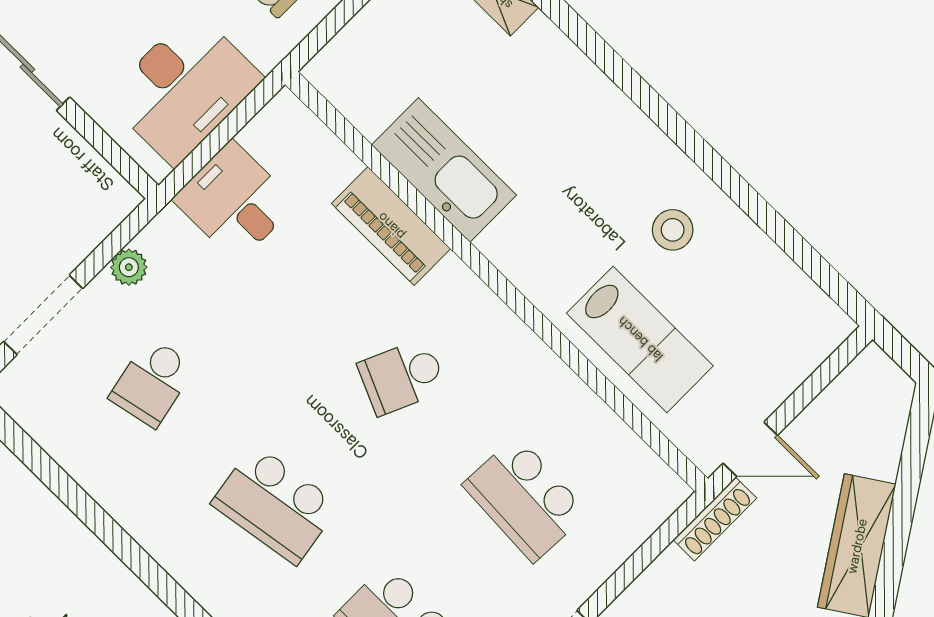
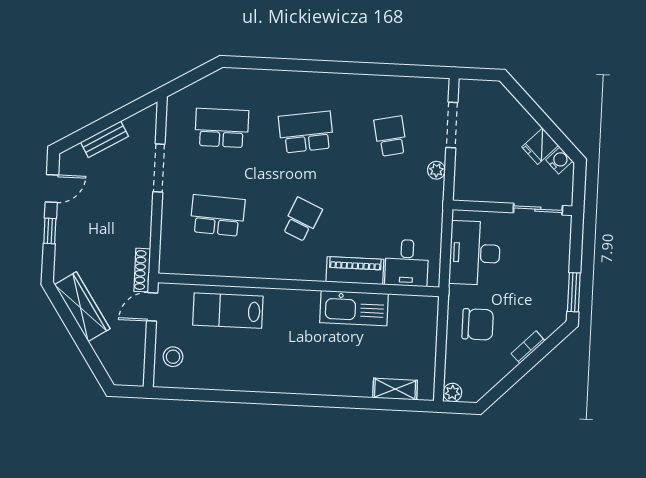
desk: (235, 201) -> (407, 263), moved, turned 90
stool: (673, 230) -> (173, 357), moved

